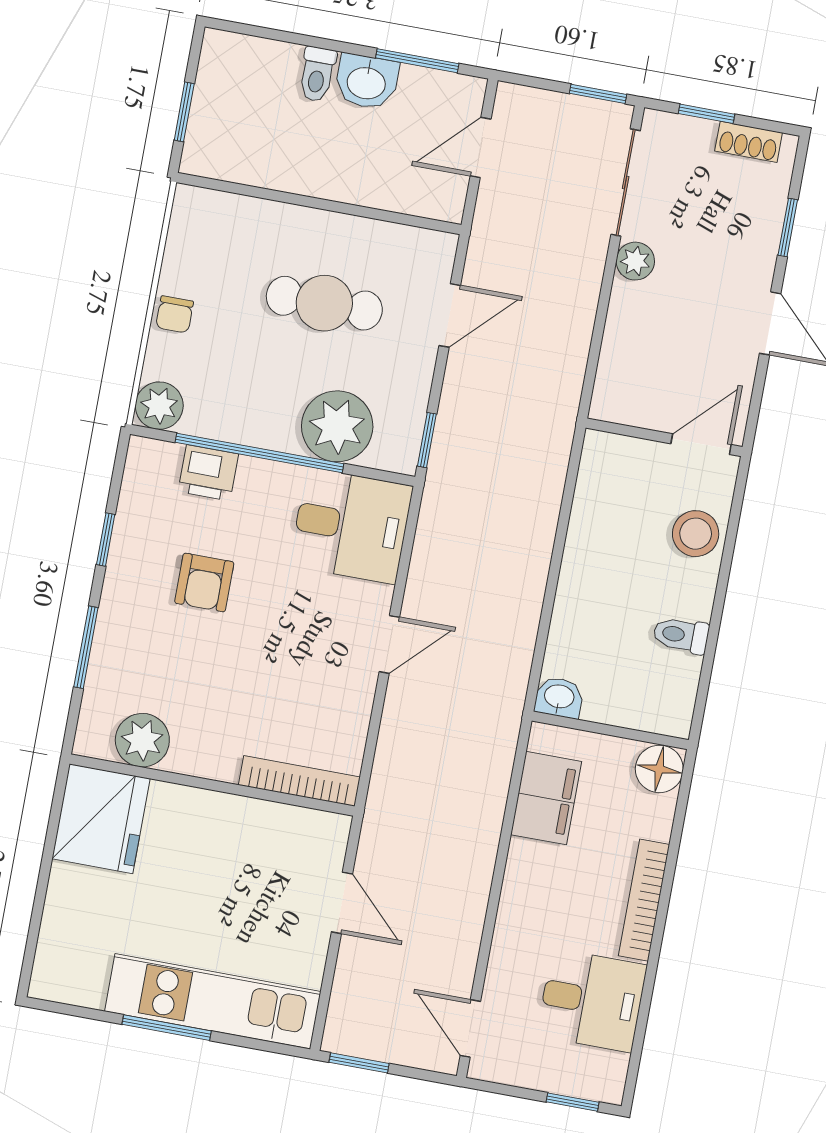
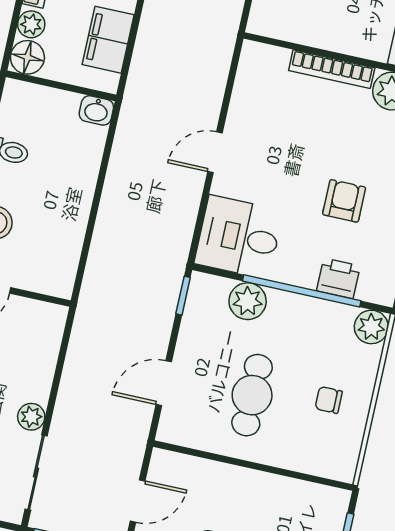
cafe table: (324, 303) -> (252, 395), turned 90
chair: (175, 314) -> (329, 400), moved, turned -90
plant: (337, 426) -> (248, 301), width x0.73, depth x0.73
bookcase: (299, 781) -> (332, 69), moved
plant: (656, 816) -> (31, 24), added

